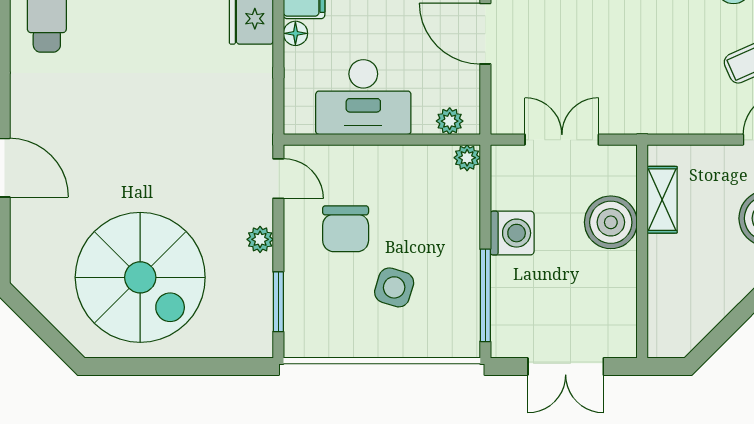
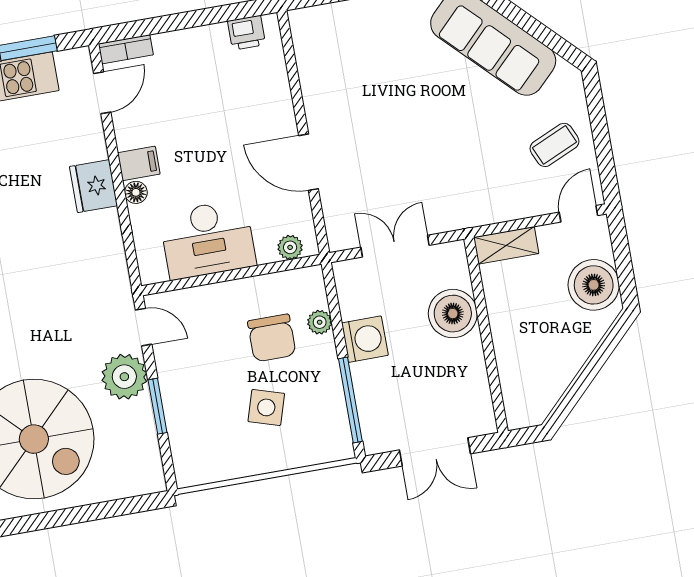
plant: (467, 158) -> (320, 322), moved
shelving: (662, 200) -> (506, 245), moved, turned 90
chair: (346, 229) -> (272, 338), moved
plant: (260, 239) -> (124, 377), width x1.87, depth x1.87
window: (278, 302) -> (158, 406), moved

